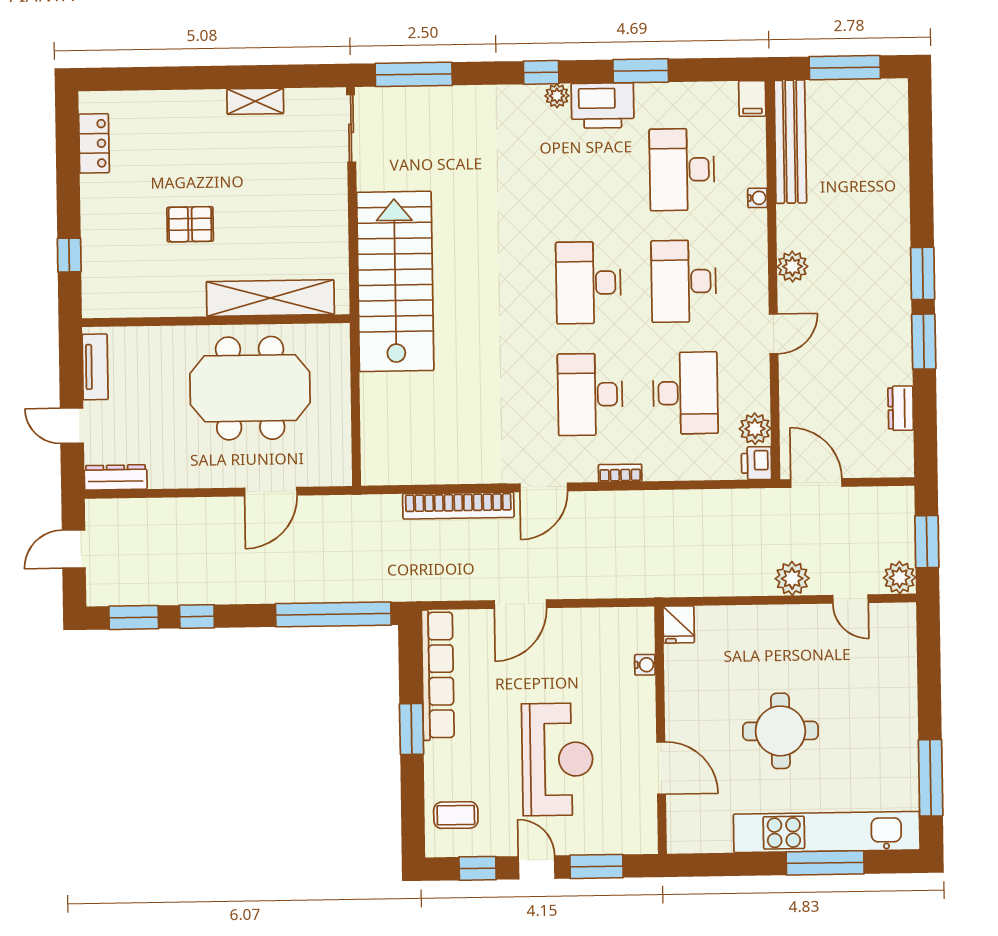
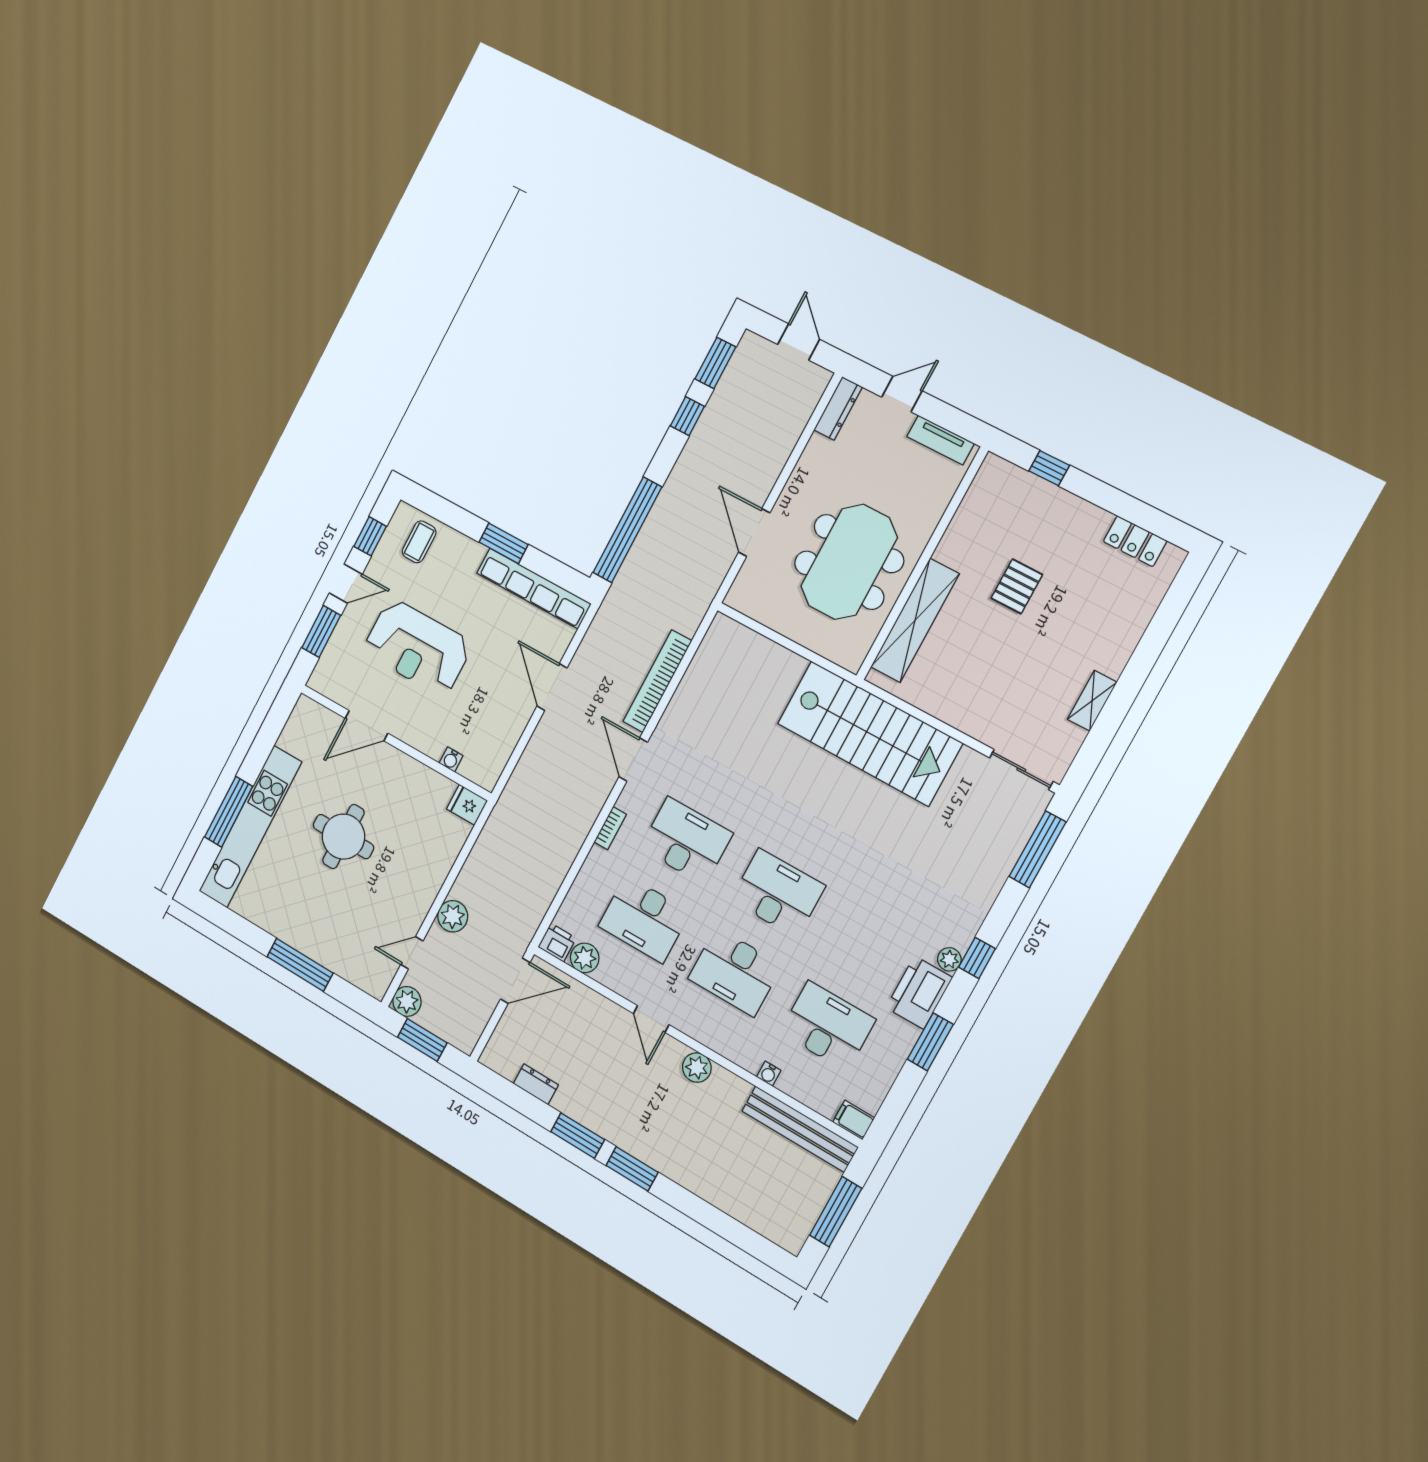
desk: (684, 281) -> (735, 972), turned 180
window: (931, 778) -> (300, 965), moved

